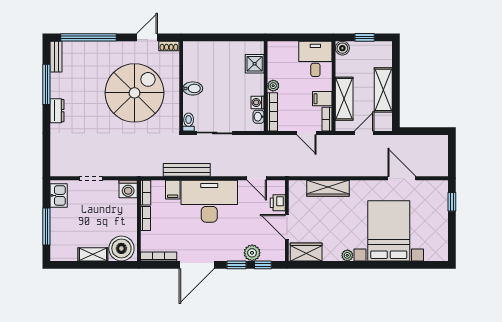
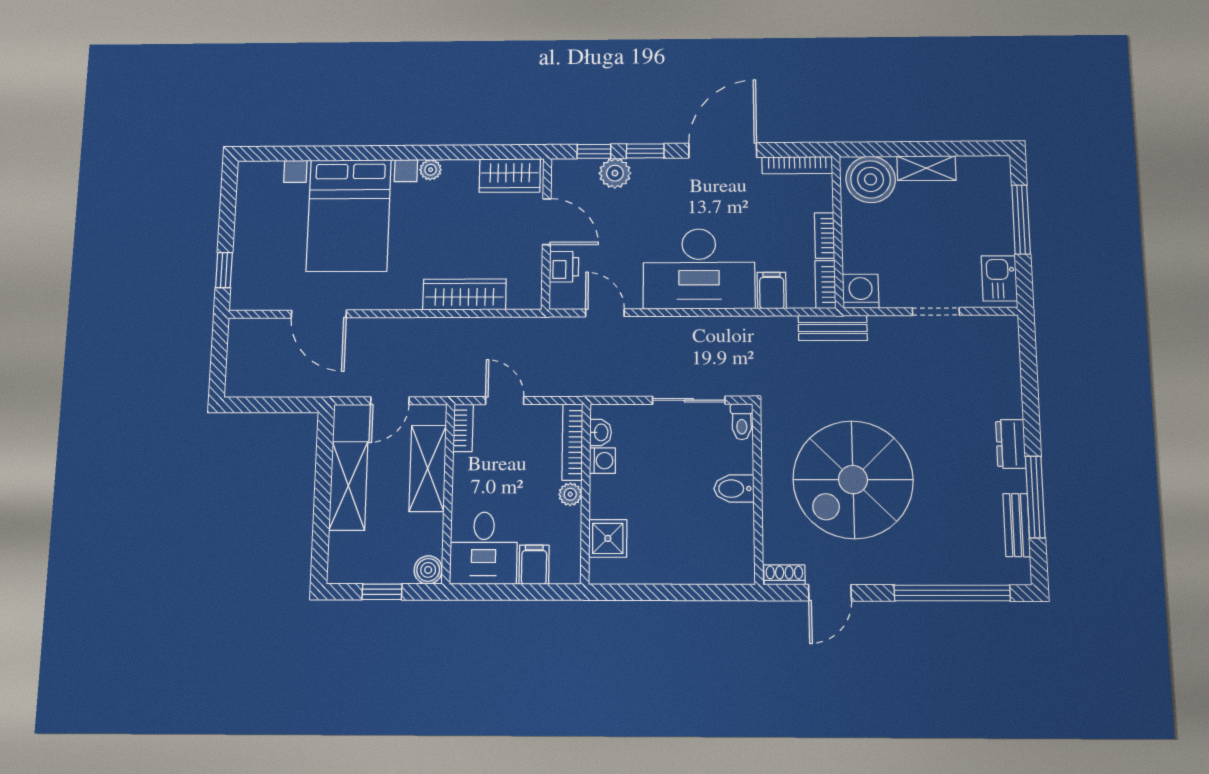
bench: (56, 57) -> (1017, 525), moved
filing cabinet: (322, 99) -> (534, 565), moved, turned -90
bench: (187, 170) -> (833, 328), moved, width x0.73

